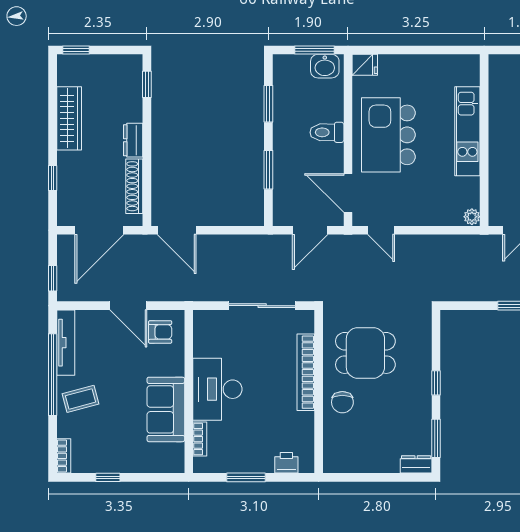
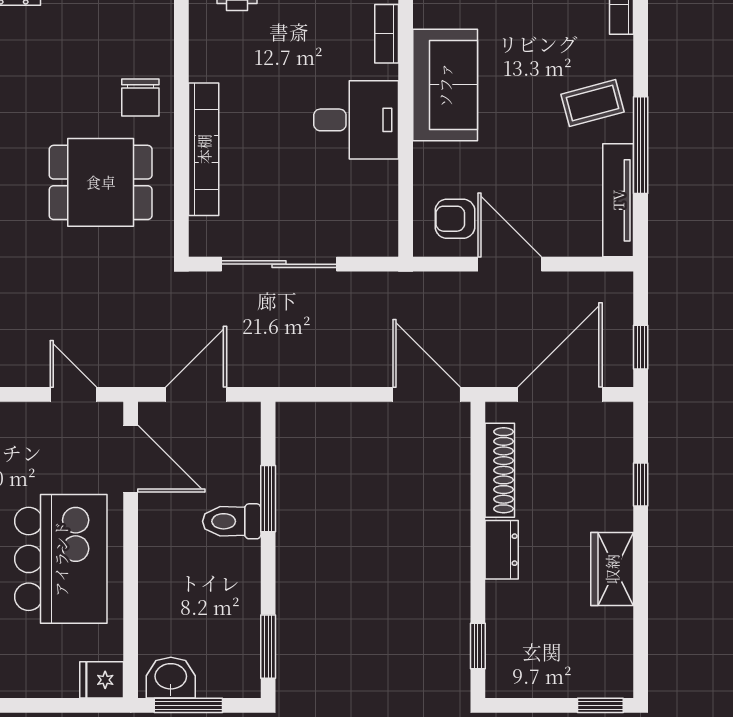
window: (268, 104) -> (268, 647), moved
wardrobe: (69, 118) -> (612, 569), width x0.67
toilet: (327, 132) -> (232, 521), moved, turned 180
window: (53, 278) -> (641, 347), moved
window: (53, 375) -> (641, 145), width x0.68
desk: (217, 389) -> (356, 120), width x0.73
chair: (342, 402) -> (140, 97), turned 180

